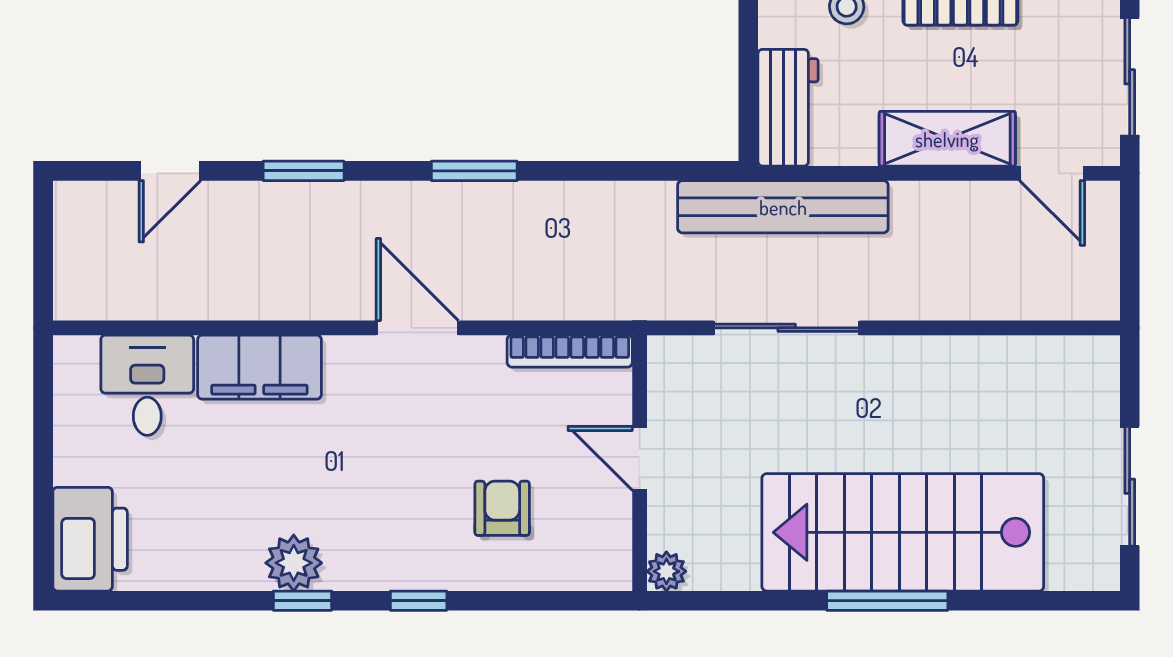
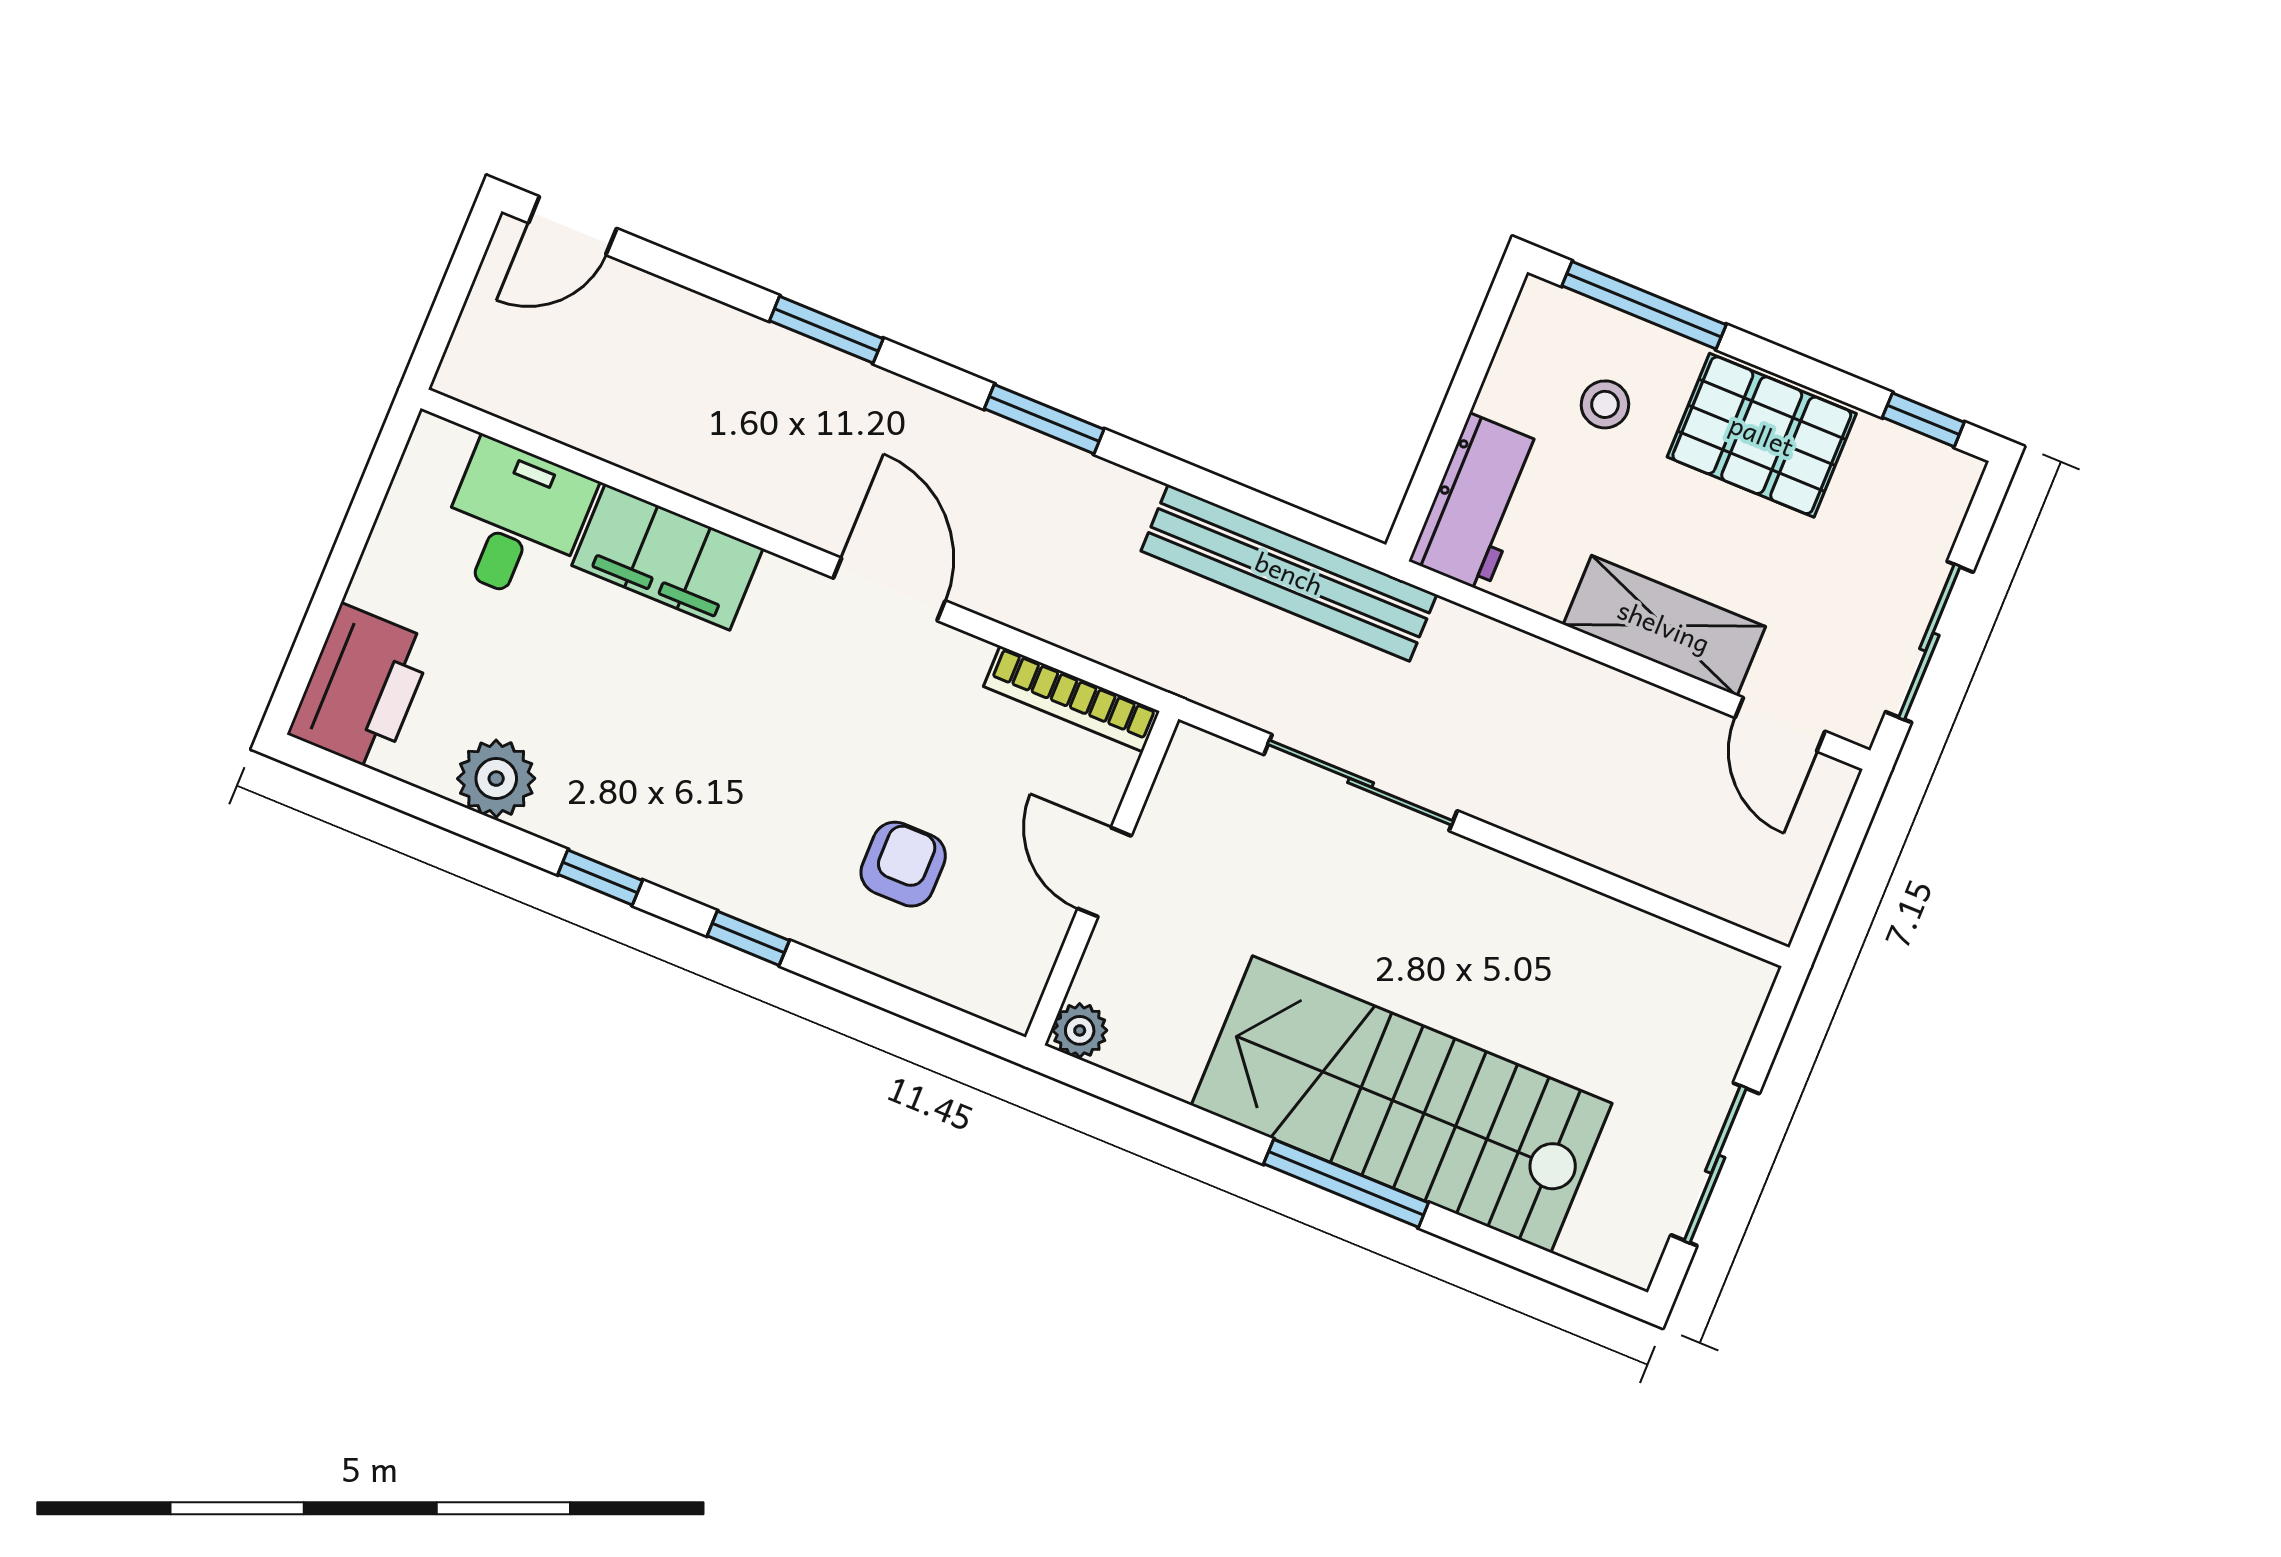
door: (170, 171) -> (573, 226), moved
bench: (783, 207) -> (1289, 573), moved
plant: (294, 563) -> (496, 779), moved

